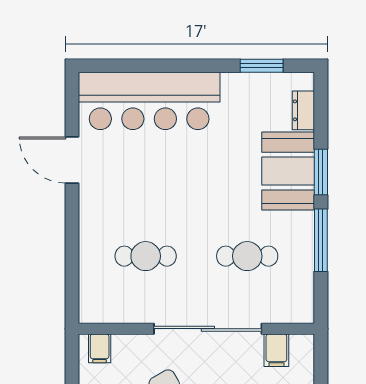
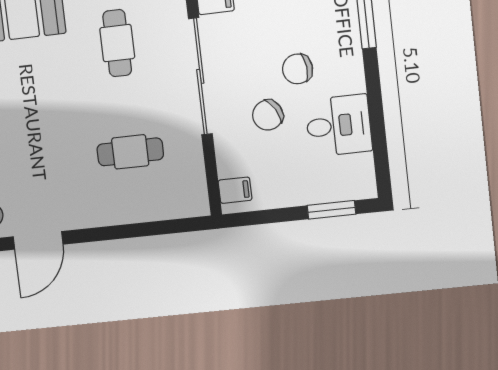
cafe table: (146, 256) -> (130, 152), turned 90

